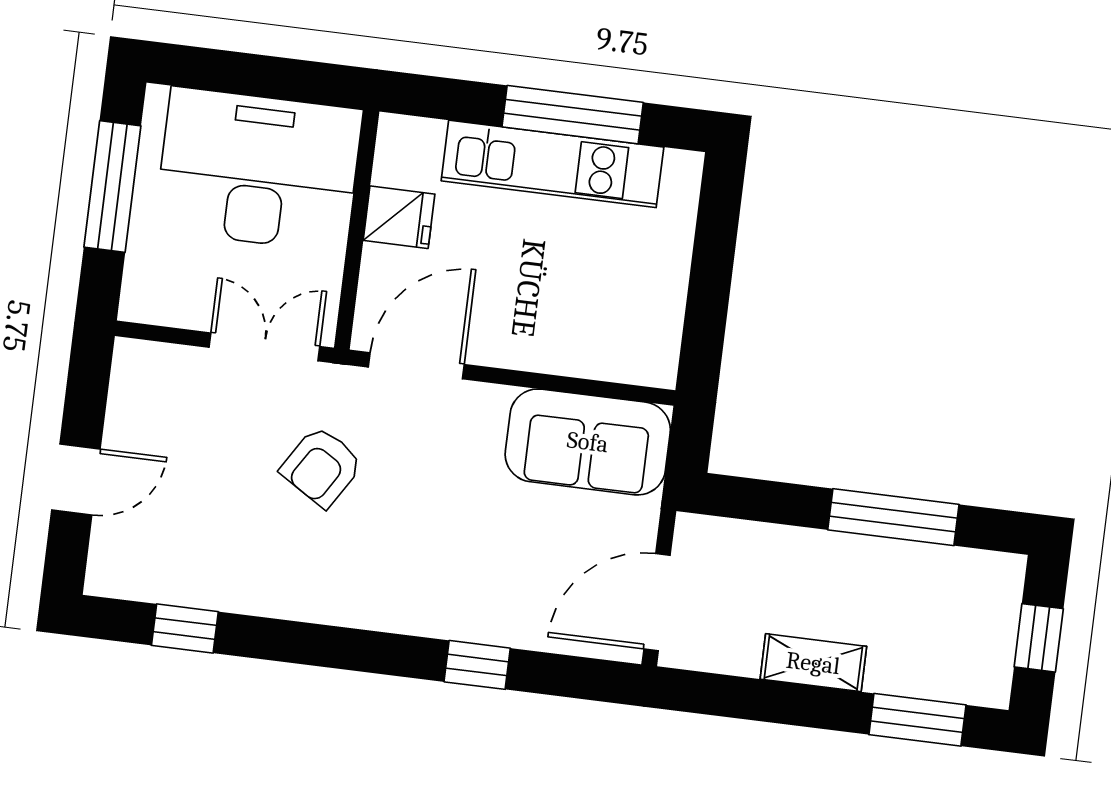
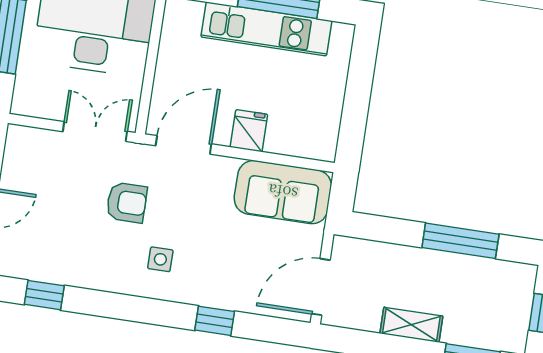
fridge: (399, 217) -> (249, 131), moved, turned -90
armchair: (322, 467) -> (127, 202), turned -122
side table: (382, 562) -> (160, 259), added

